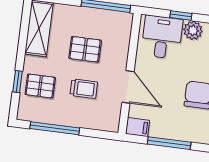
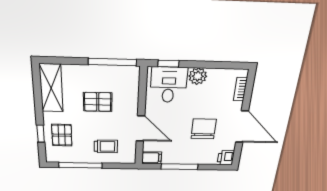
window: (181, 16) -> (168, 64), moved
pallet: (40, 86) -> (62, 135), turned 90
trolley: (84, 89) -> (106, 146), moved

